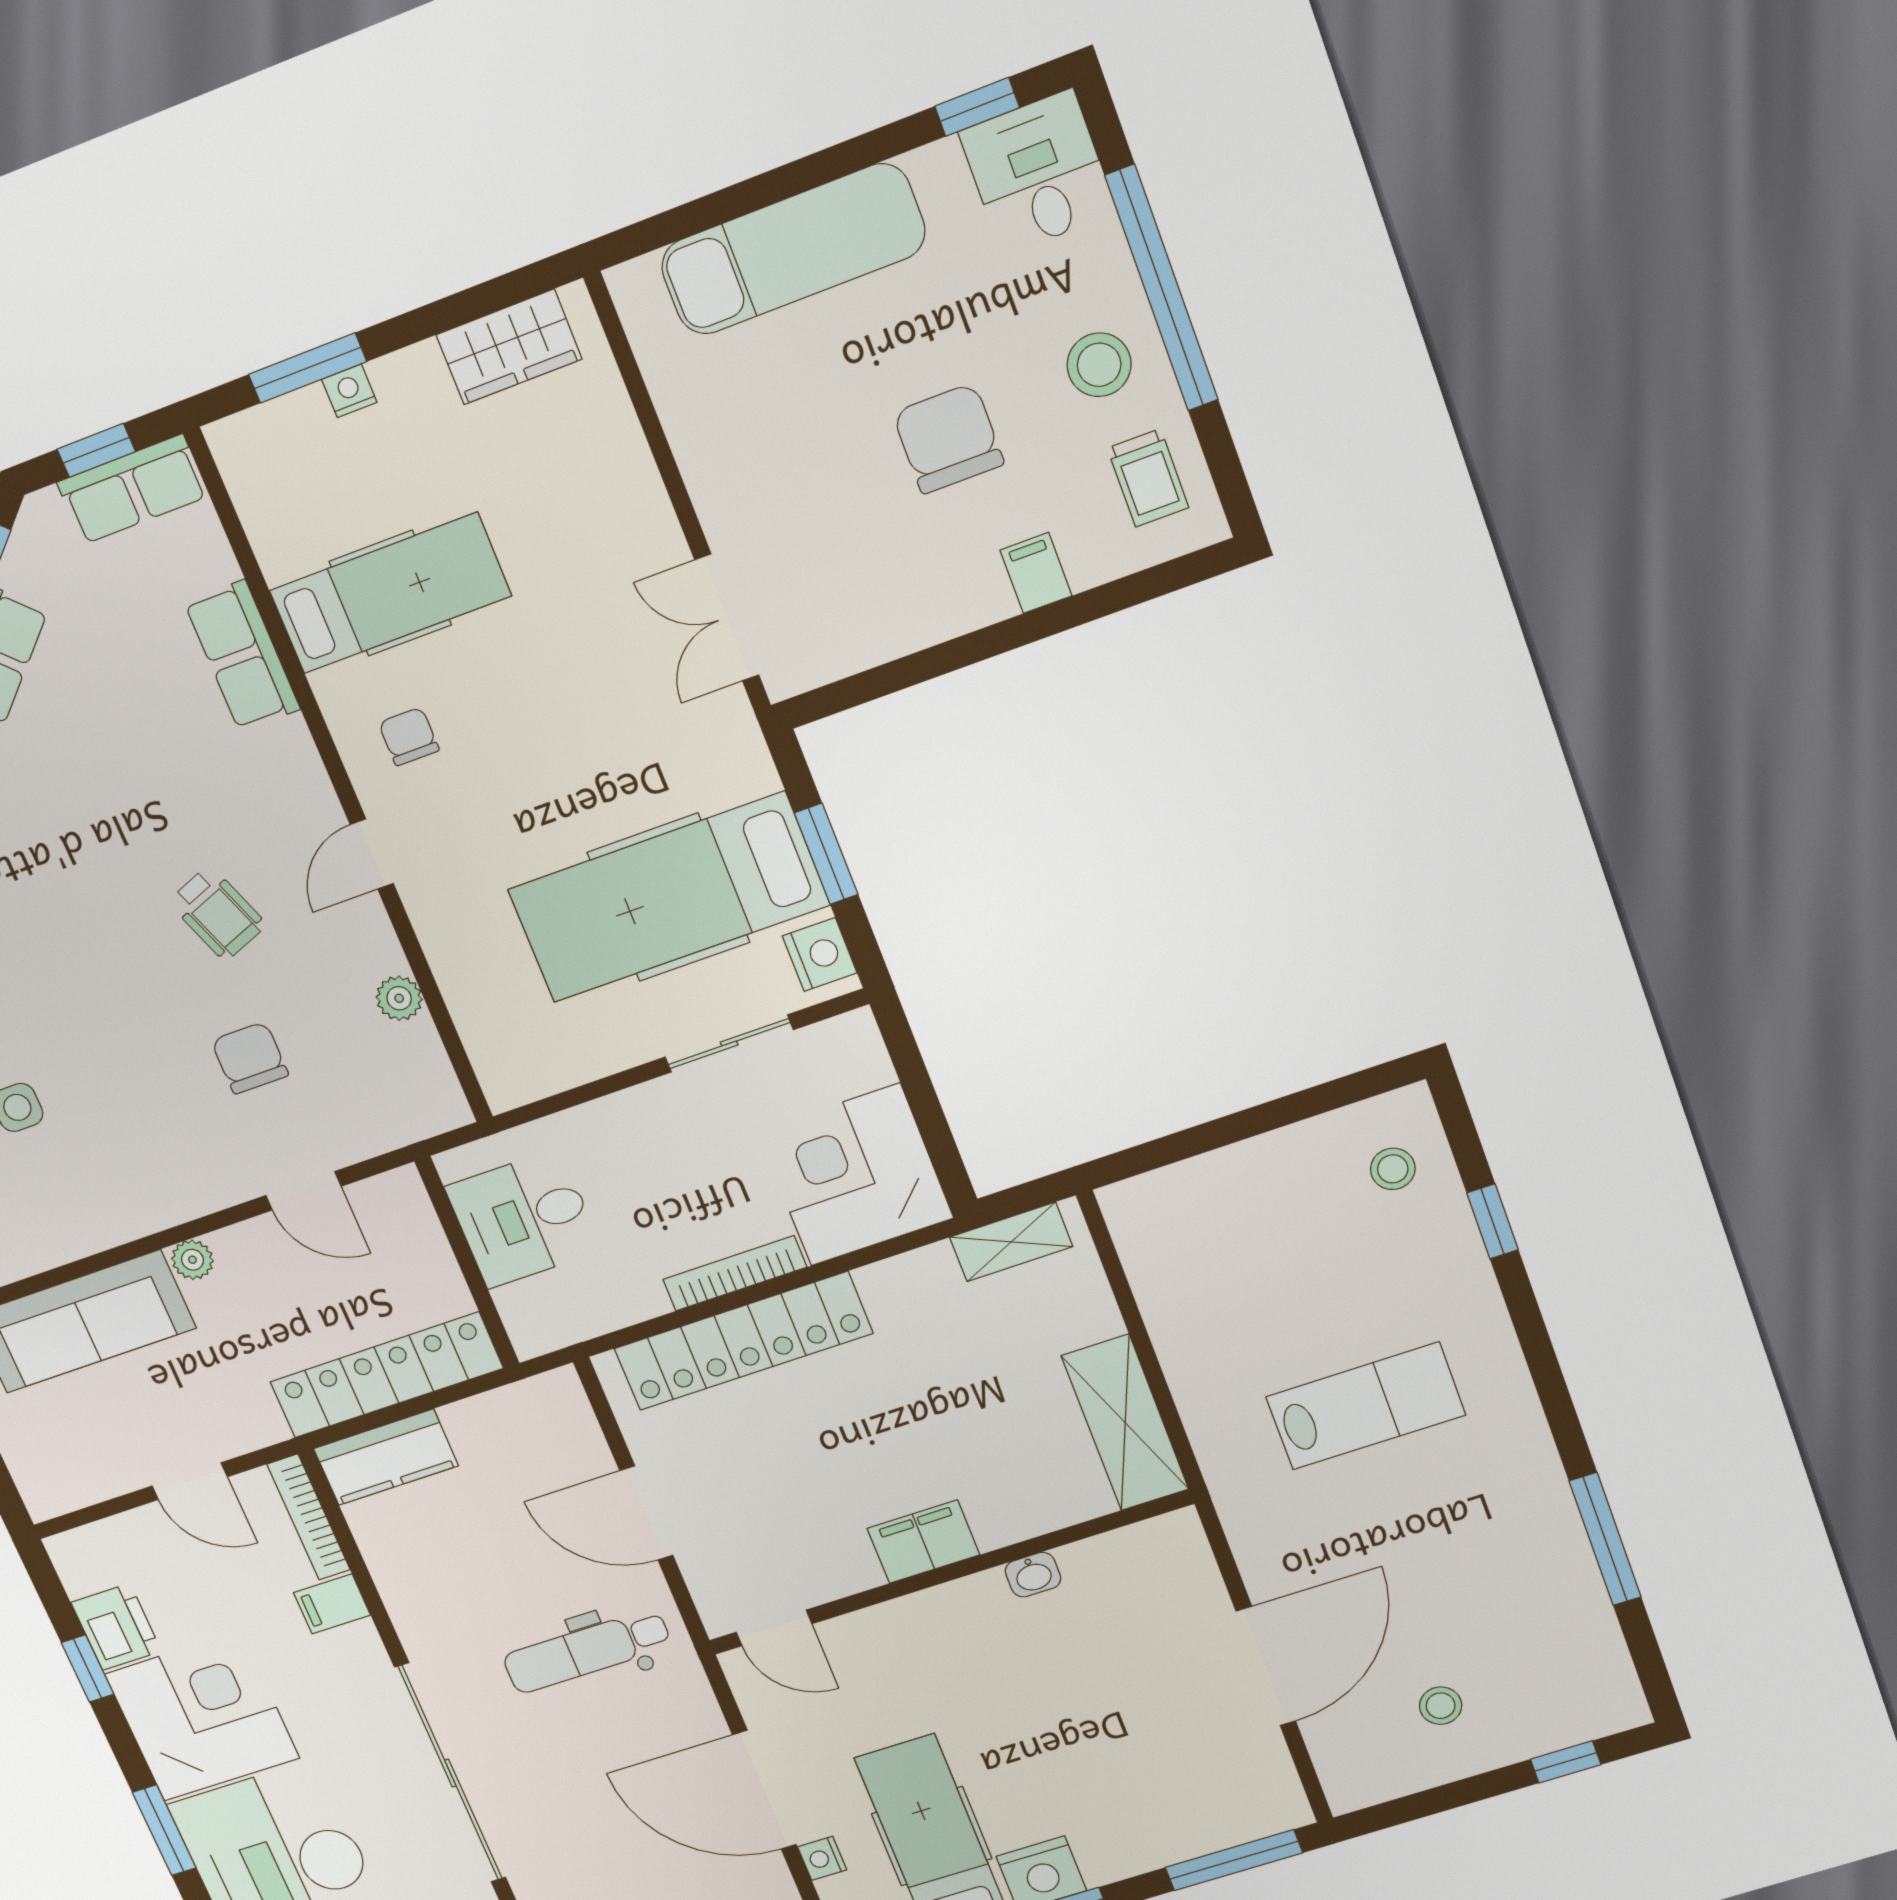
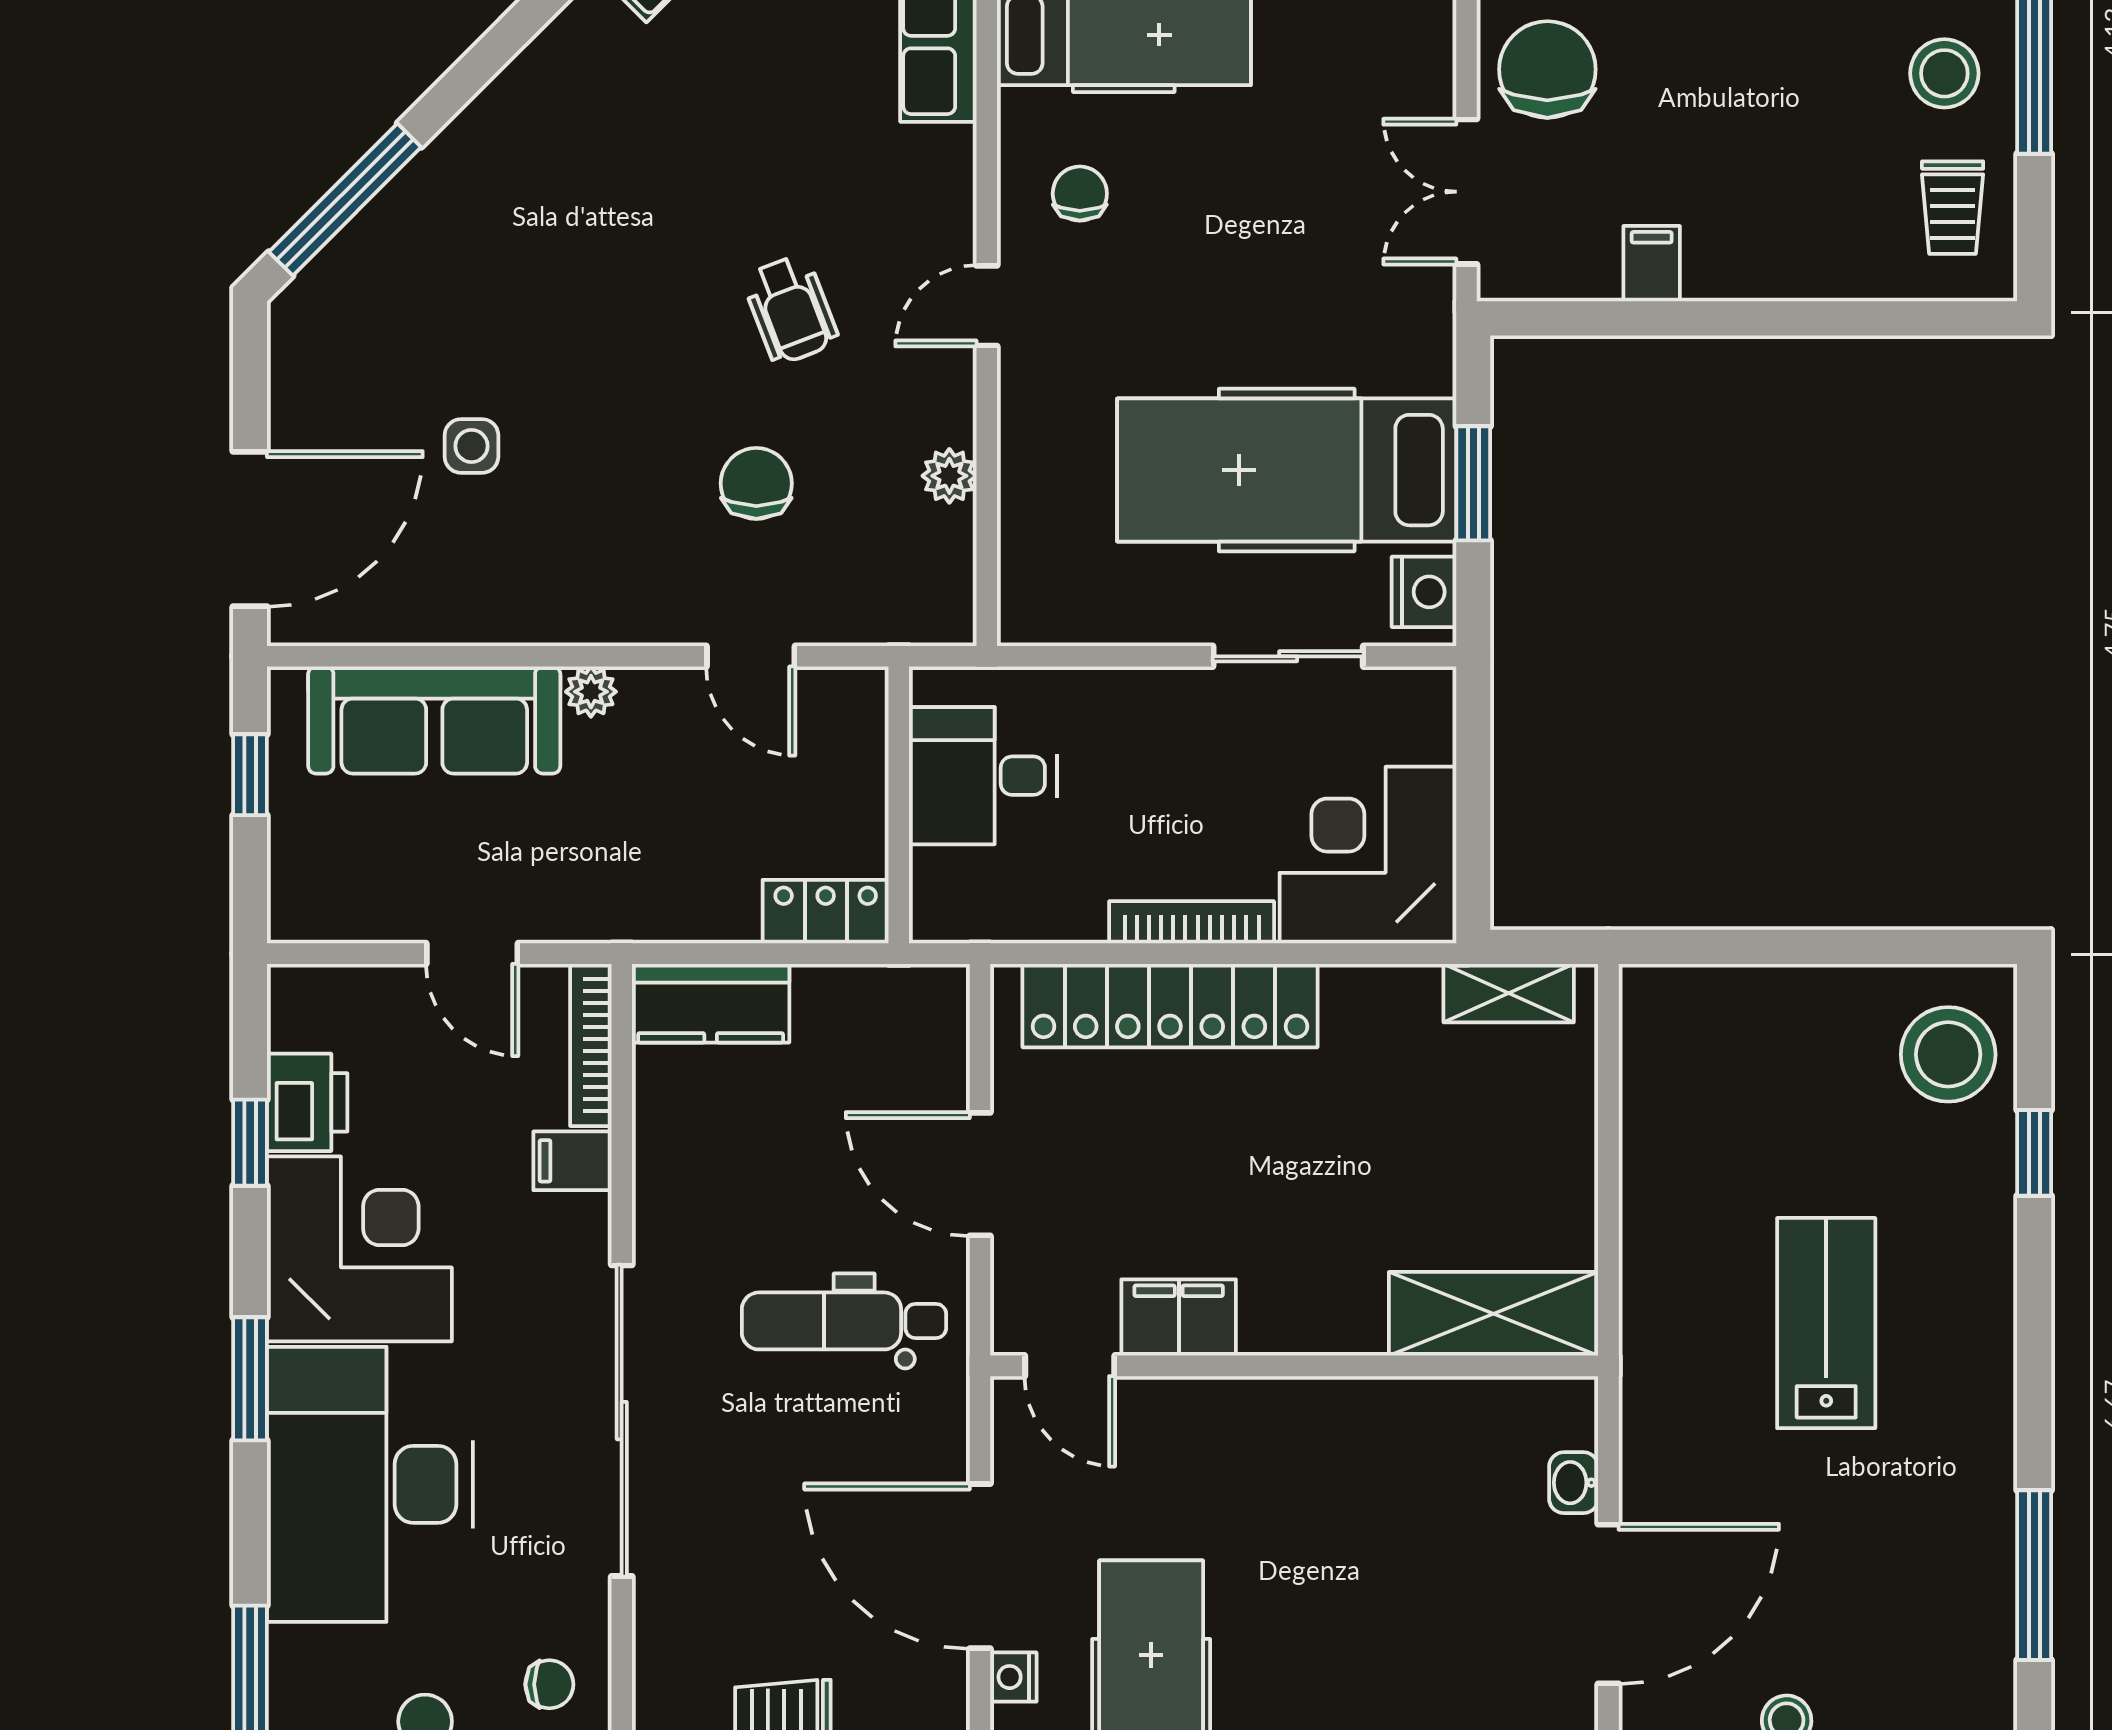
chair: (948, 439) -> (1547, 69), moved
filing cabinet: (1036, 573) -> (1652, 264), moved
stool: (1393, 1169) -> (1948, 1054), width x1.89, depth x1.89
locker: (386, 1375) -> (826, 912), width x0.46, depth x0.83
lab bench: (1366, 1406) -> (1826, 1323), turned -90
shelving: (1125, 1423) -> (1494, 1314), moved, turned 90
filing cabinet: (923, 1542) -> (1179, 1318), moved
washbasin: (1033, 1575) -> (1574, 1483), moved, turned 90

